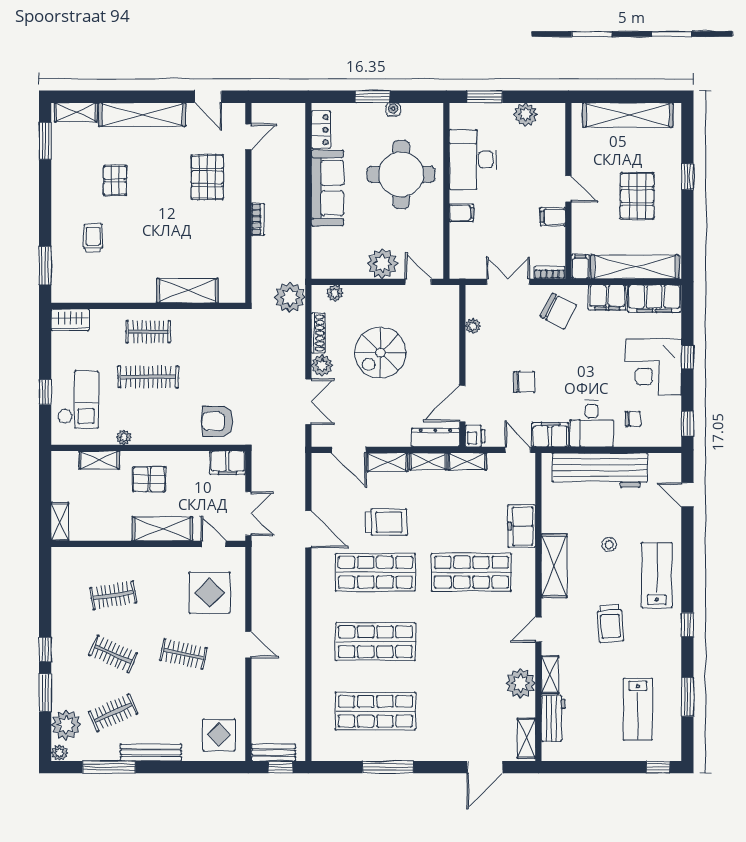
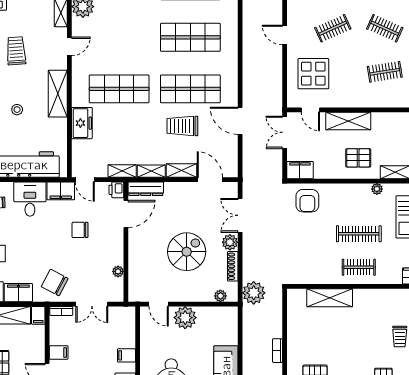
armchair: (218, 421) -> (307, 201), turned 90
clothes rail: (183, 654) -> (333, 28), turned -36

